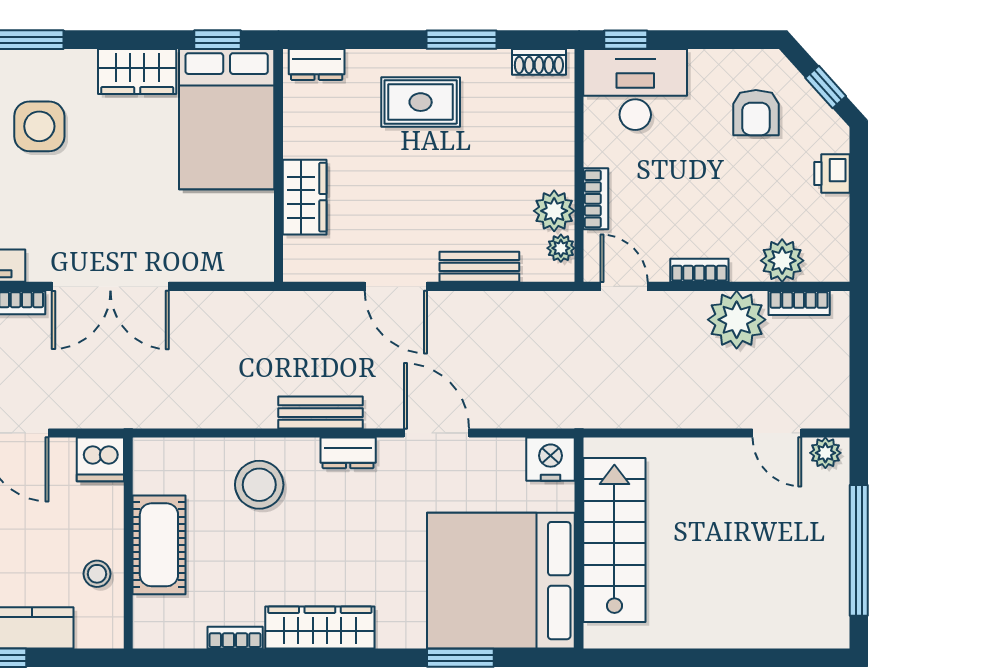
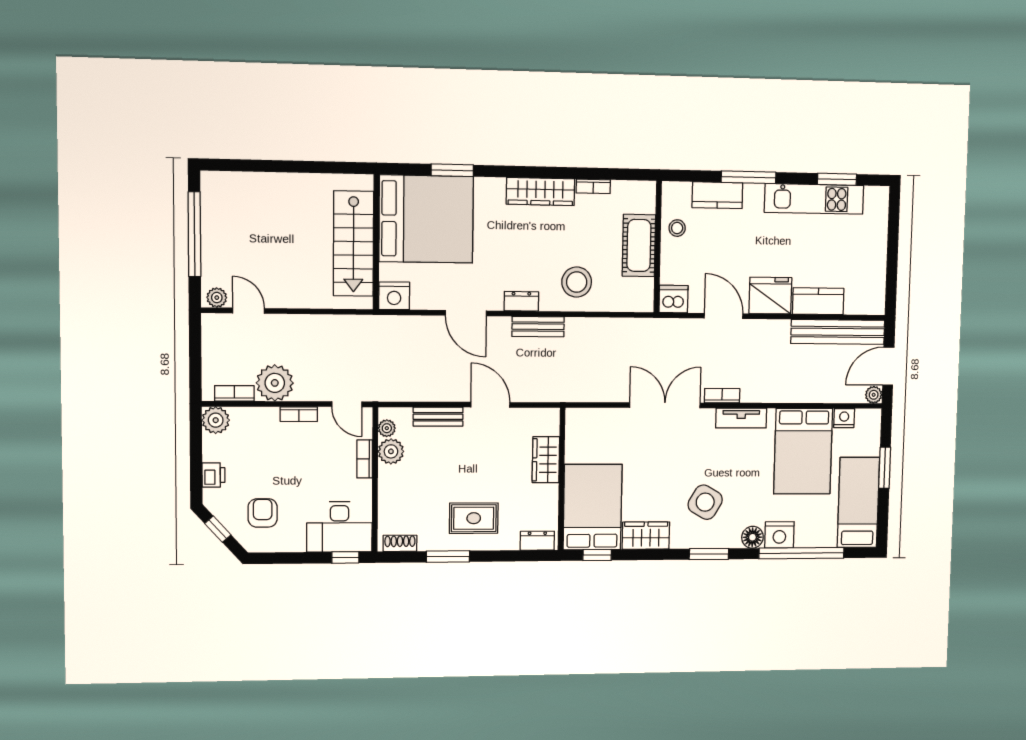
side table: (39, 126) -> (705, 502), turned 30
plant: (782, 261) -> (216, 420), moved

